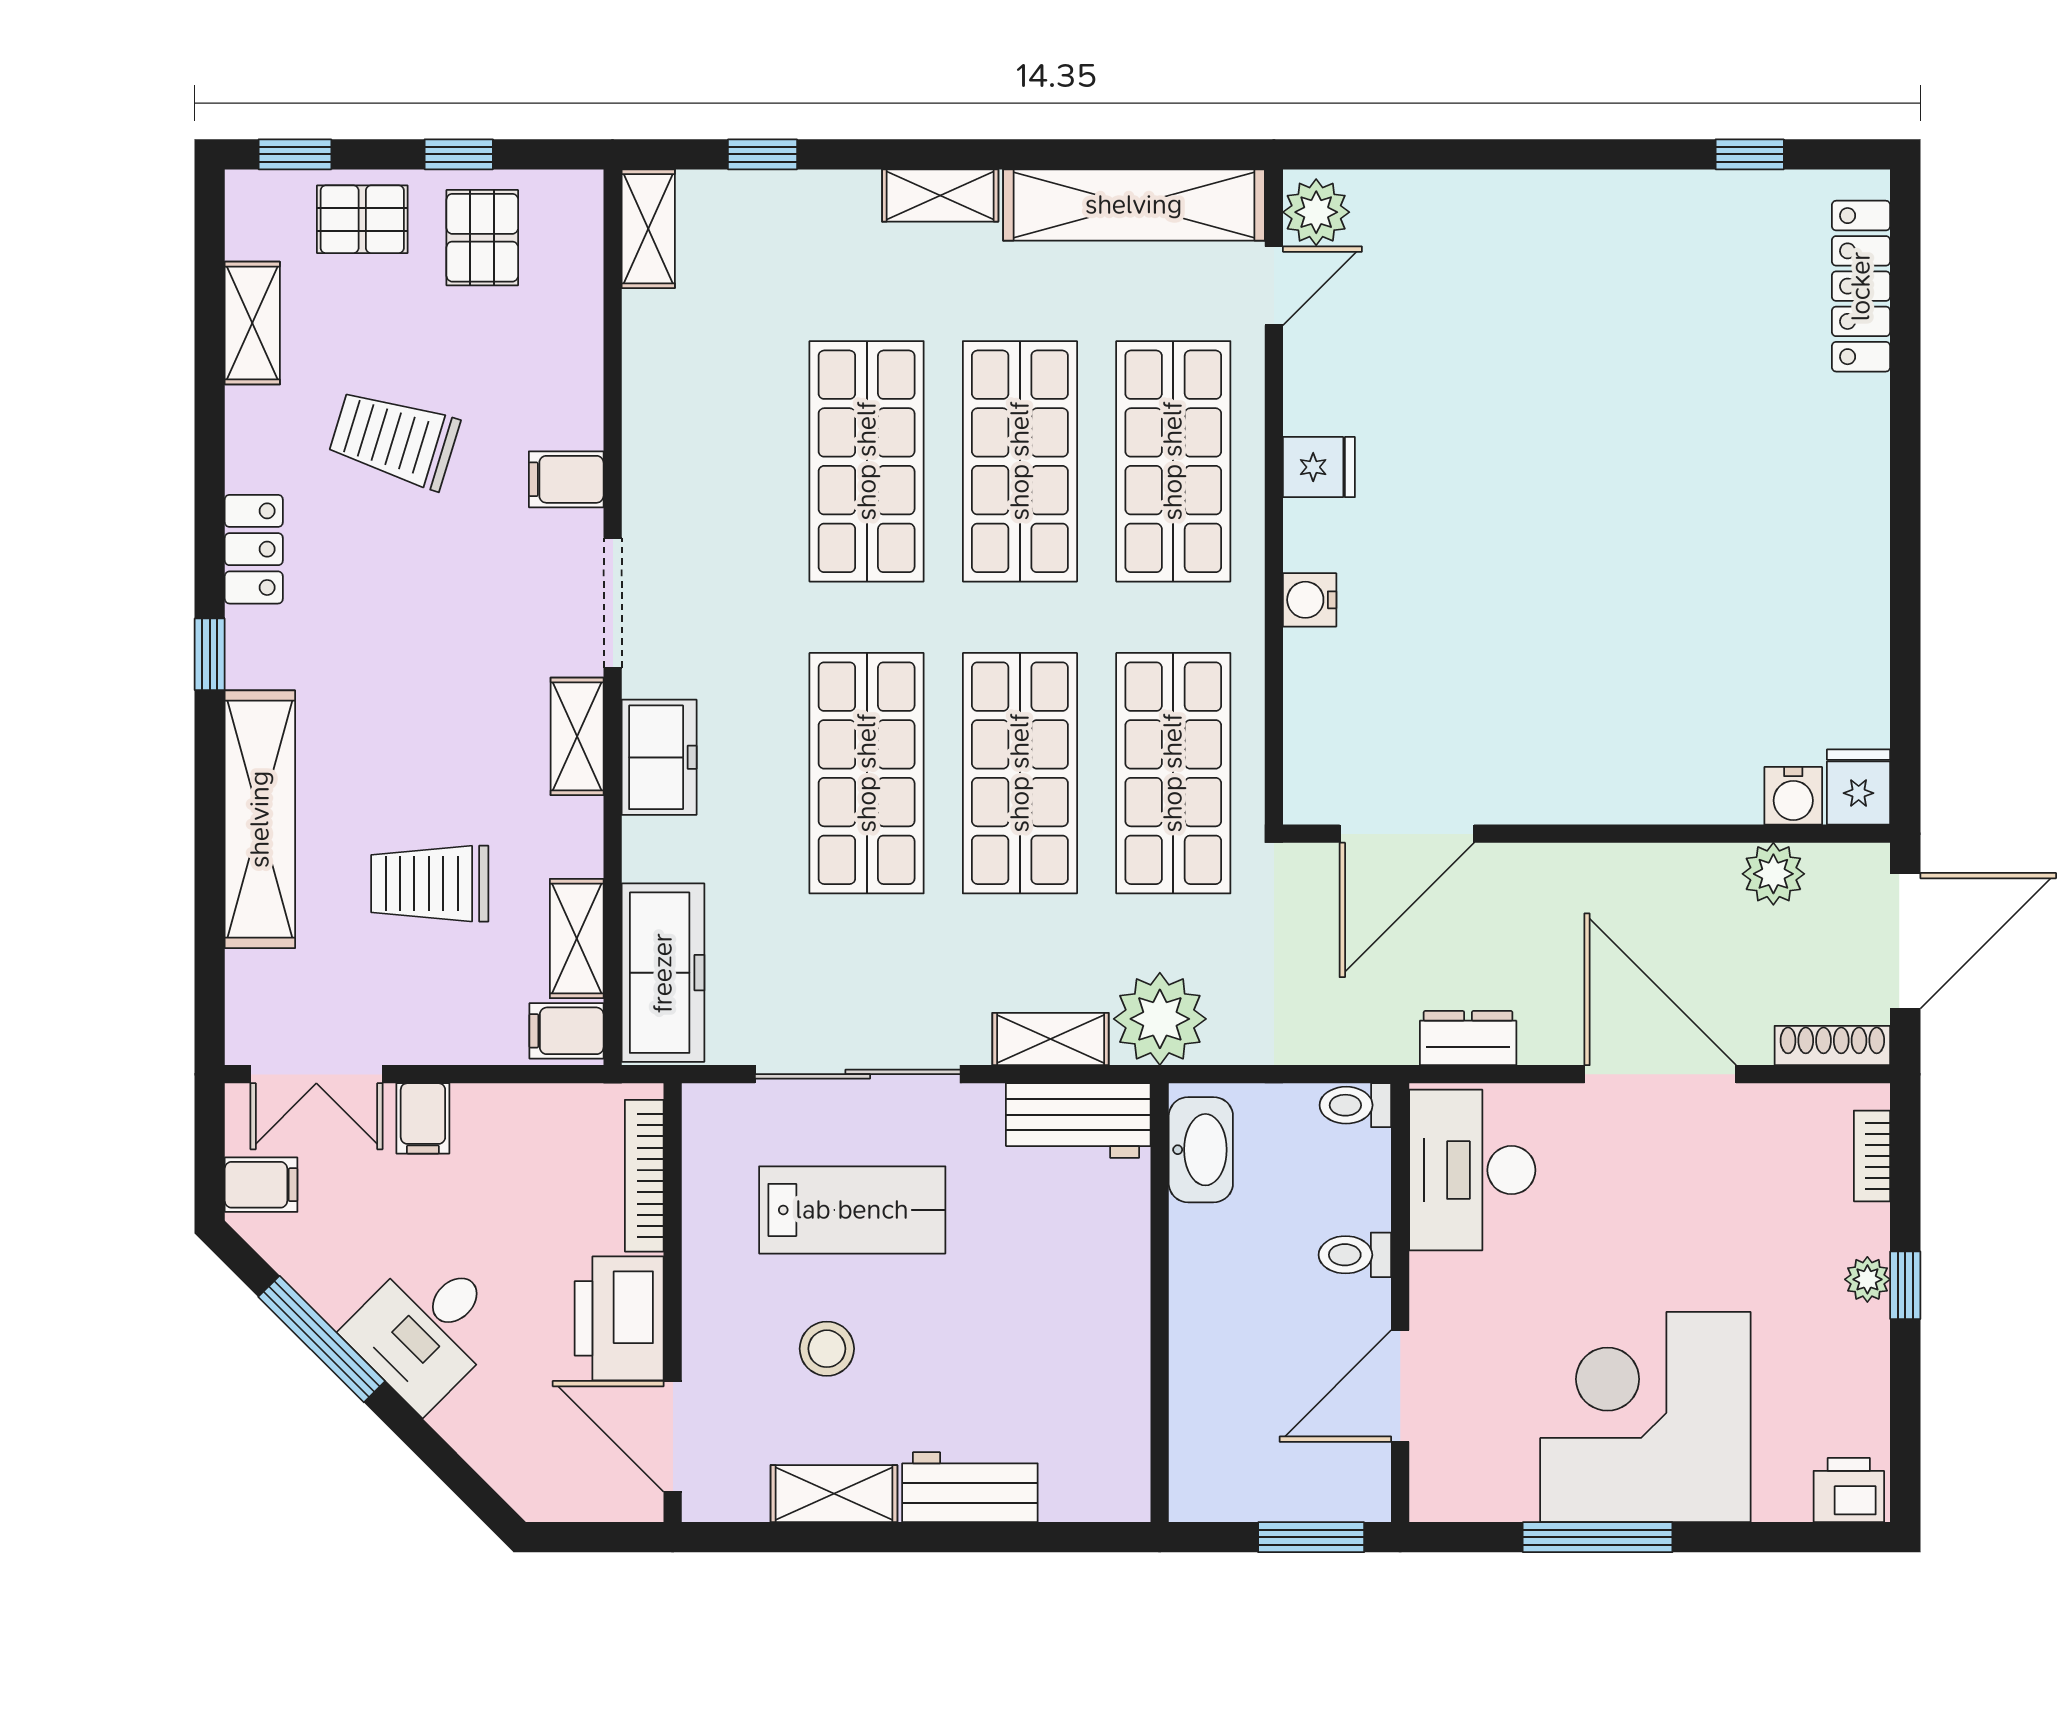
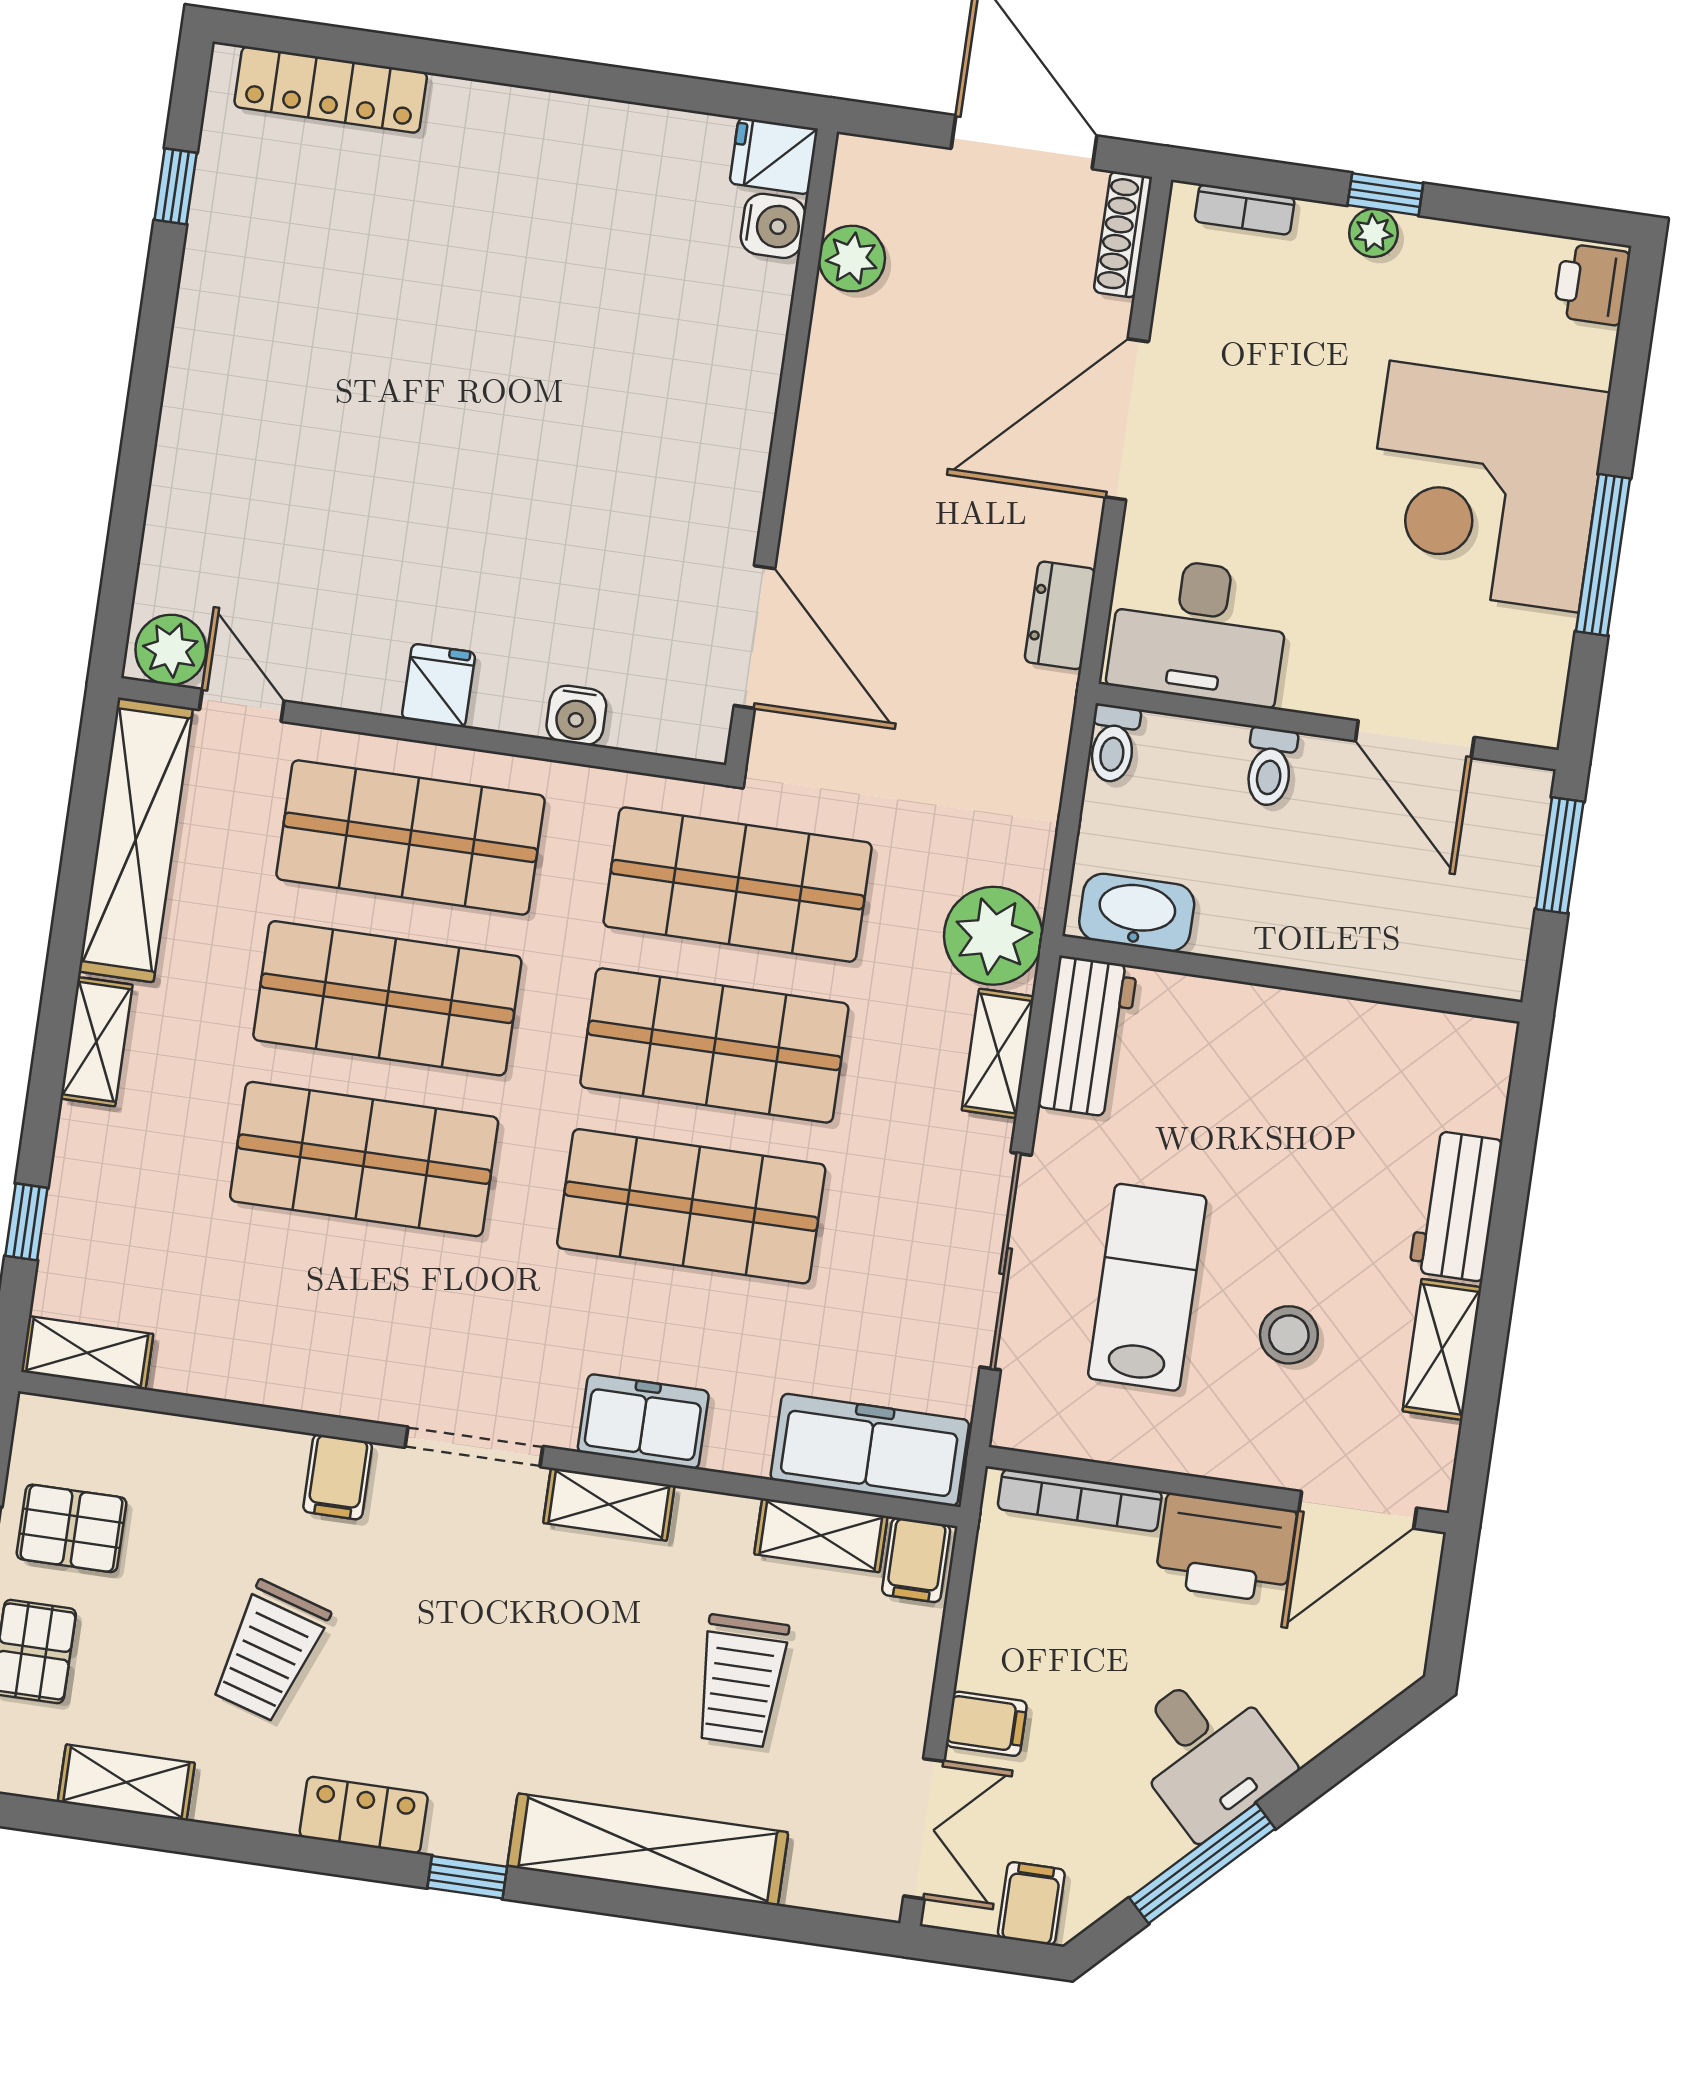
fridge: (1859, 787) -> (774, 156), moved
water cooler: (1793, 796) -> (773, 226), moved
door: (1407, 834) -> (754, 637), moved
wall: (1587, 834) -> (782, 448), moved
plant: (1773, 874) -> (852, 259), moved

